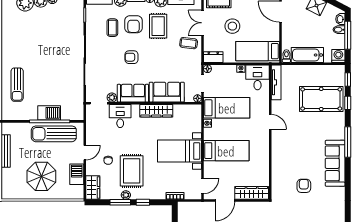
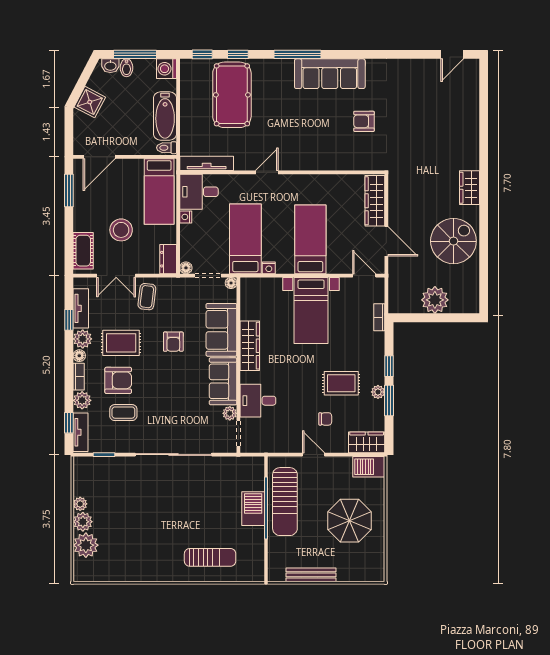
armchair: (131, 57) -> (173, 342), moved
rug: (132, 171) -> (341, 383), width x0.73, depth x0.70
barbecue: (77, 174) -> (369, 467), moved

